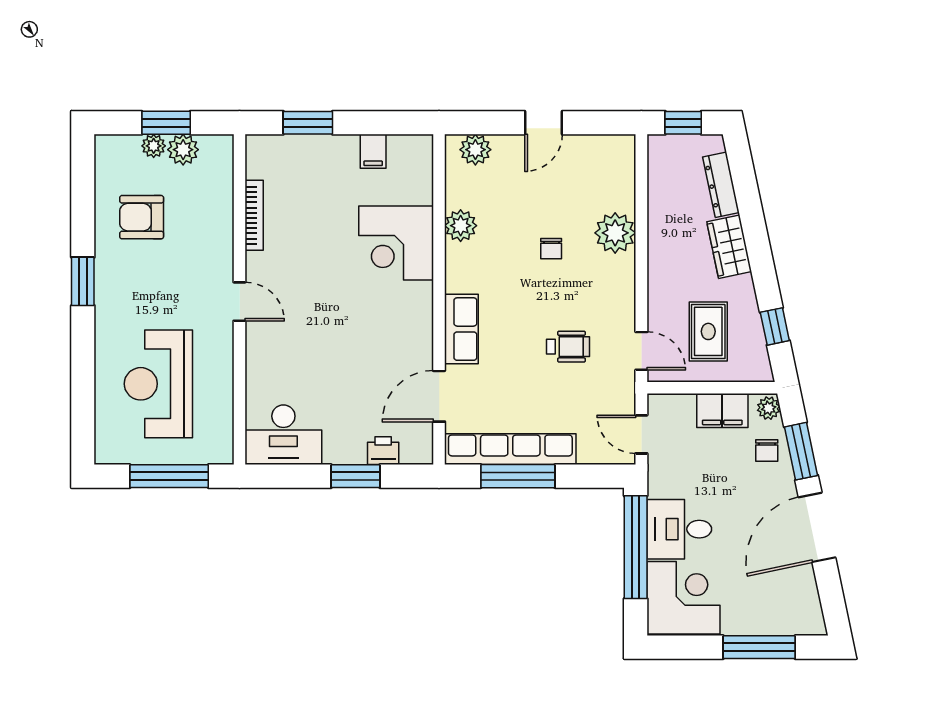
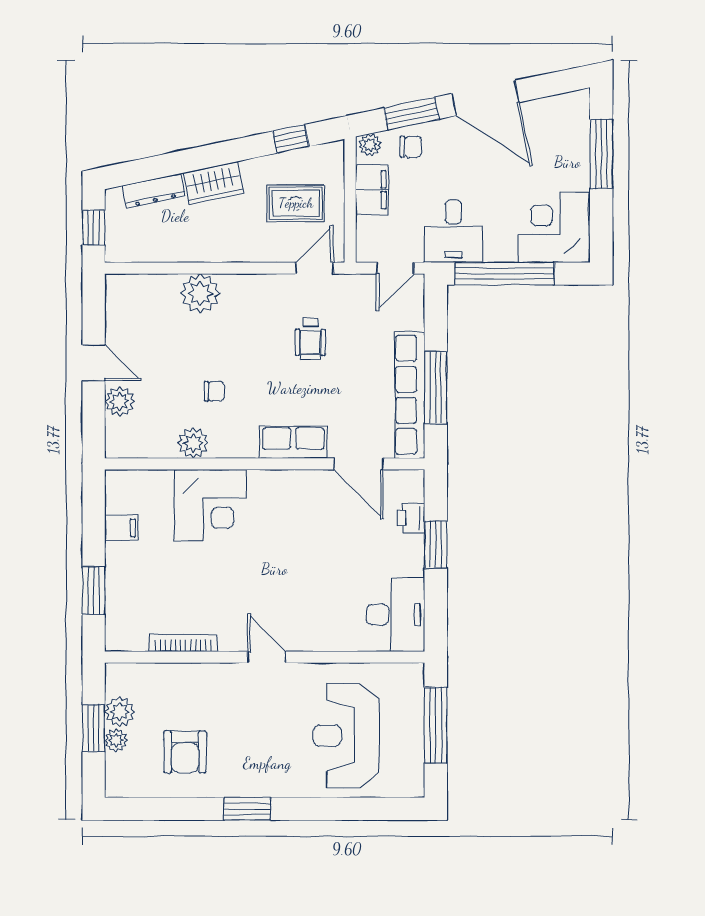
plant: (475, 150) -> (120, 402), moved
chair: (551, 249) -> (214, 391), moved
door: (240, 302) -> (267, 657), hinge flipped
wheelchair: (568, 347) -> (310, 339), turned 180
reception desk: (158, 384) -> (346, 736), turned 90
desk: (679, 529) -> (453, 231), moved

